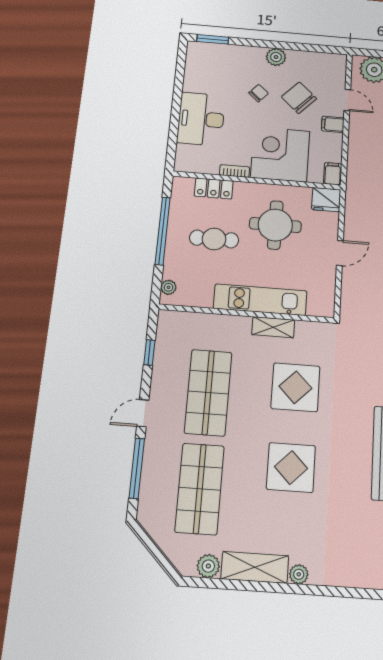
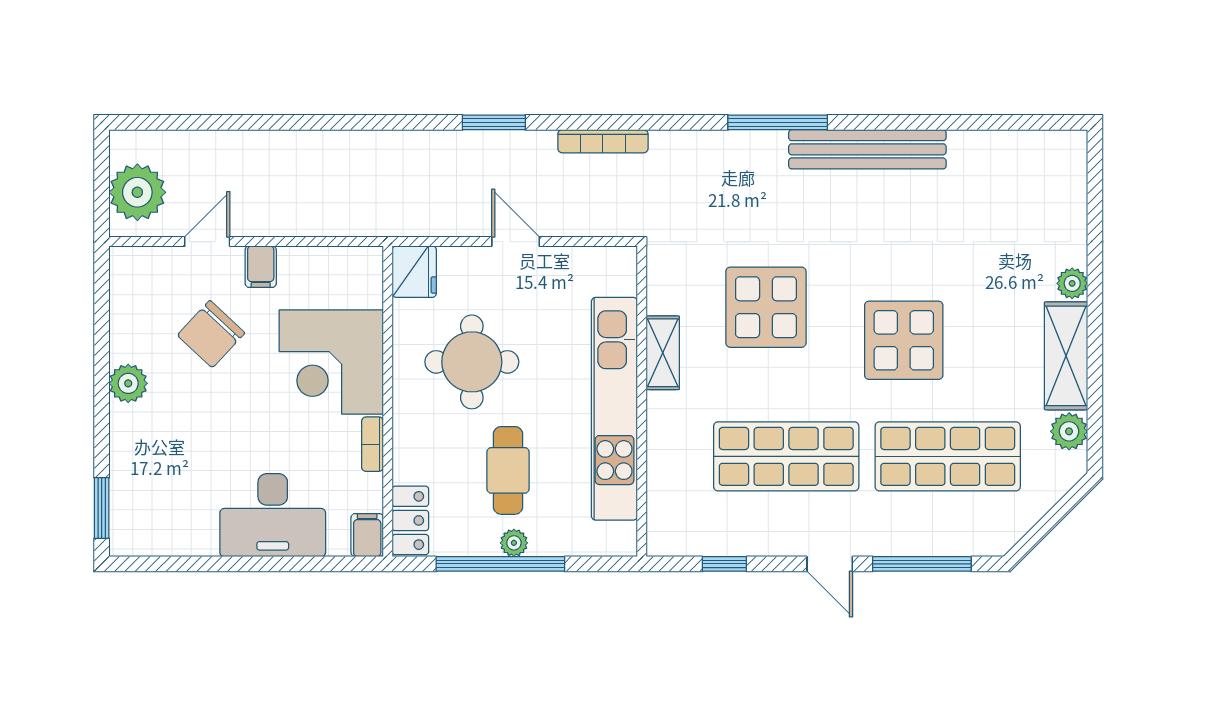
chair: (259, 93) -> (209, 411), removed
filing cabinet: (333, 174) -> (367, 535), moved, turned 90
locker: (214, 188) -> (410, 520), moved
plant: (168, 287) -> (514, 543), moved
kitchen unit: (260, 300) -> (614, 409), width x1.36
display table: (291, 467) -> (904, 340), moved

